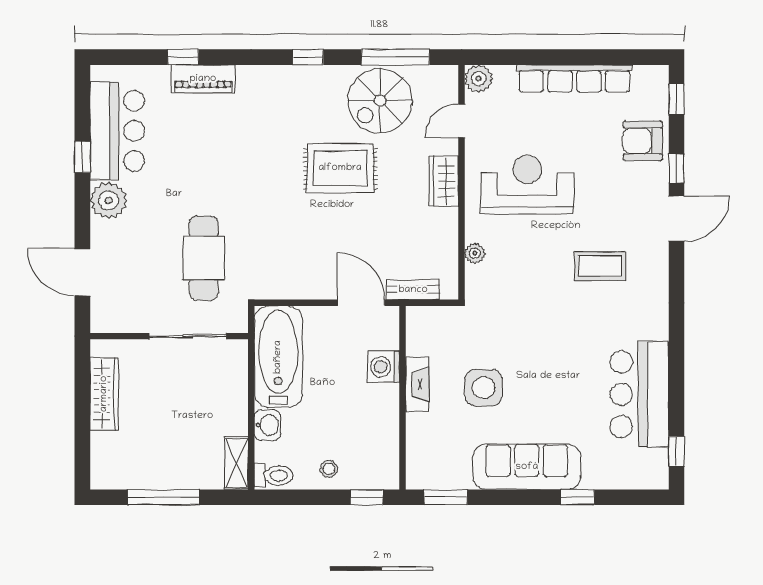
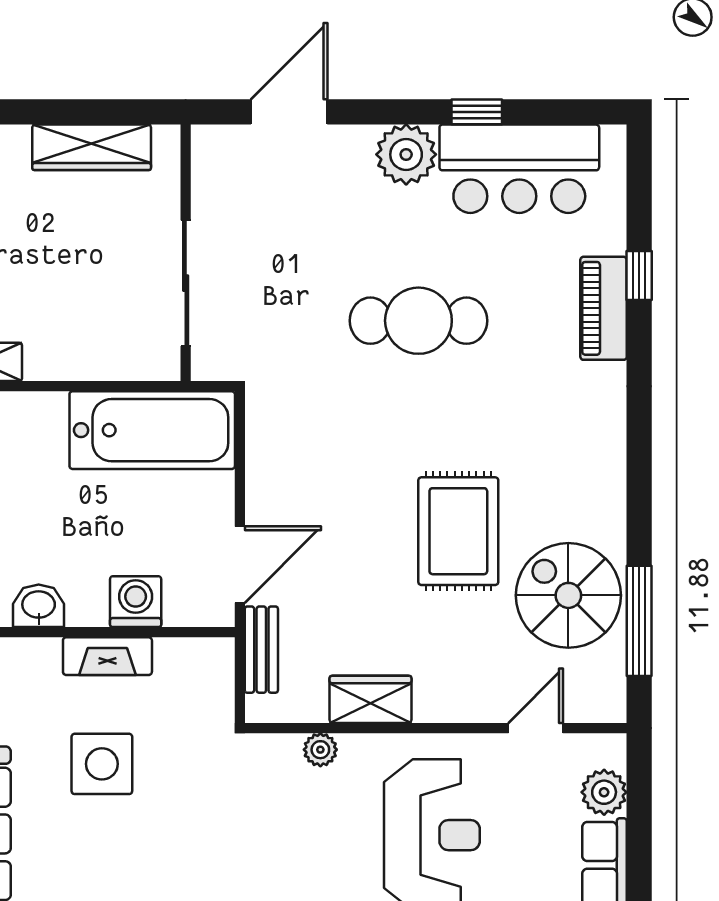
window: (308, 57) -> (639, 478), removed
plant: (479, 79) -> (604, 792), moved
door: (462, 121) -> (536, 728), hinge flipped
wardrobe: (444, 181) -> (370, 699), moved
cafe table: (204, 258) -> (418, 321), moved
washbasin: (267, 425) -> (39, 606), moved, turned 180

